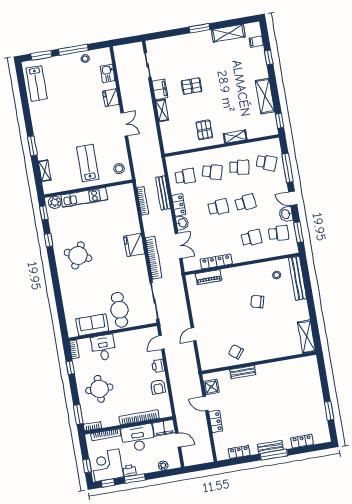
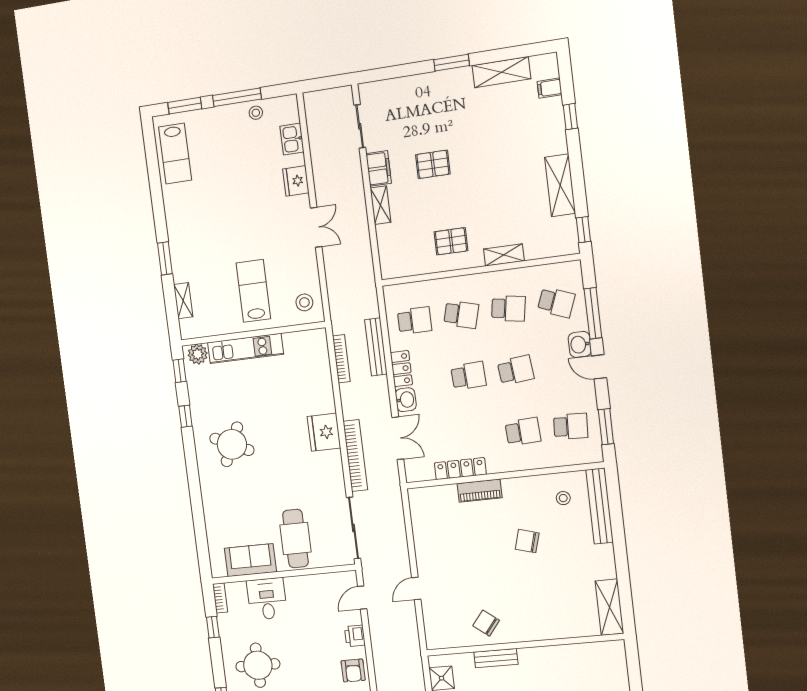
pallet: (204, 130) -> (451, 241), turned 90
washbasin: (286, 214) -> (580, 344), moved
piano: (208, 277) -> (480, 491), moved

